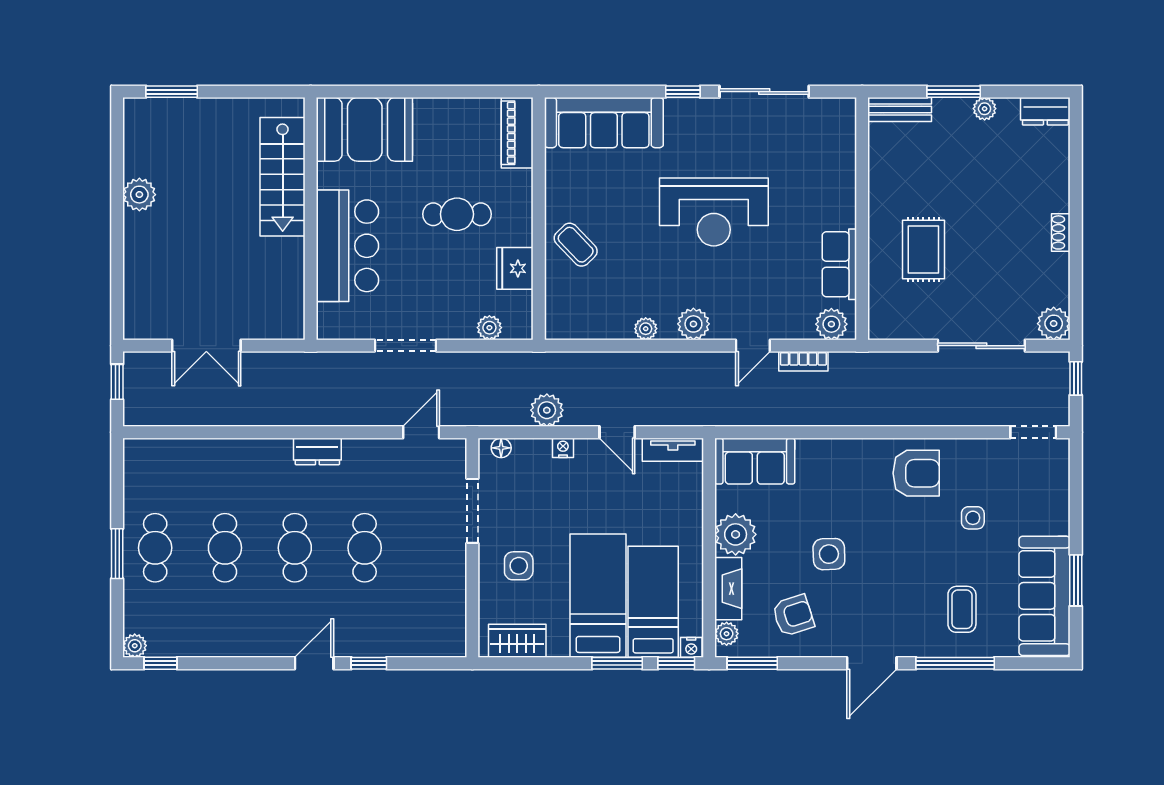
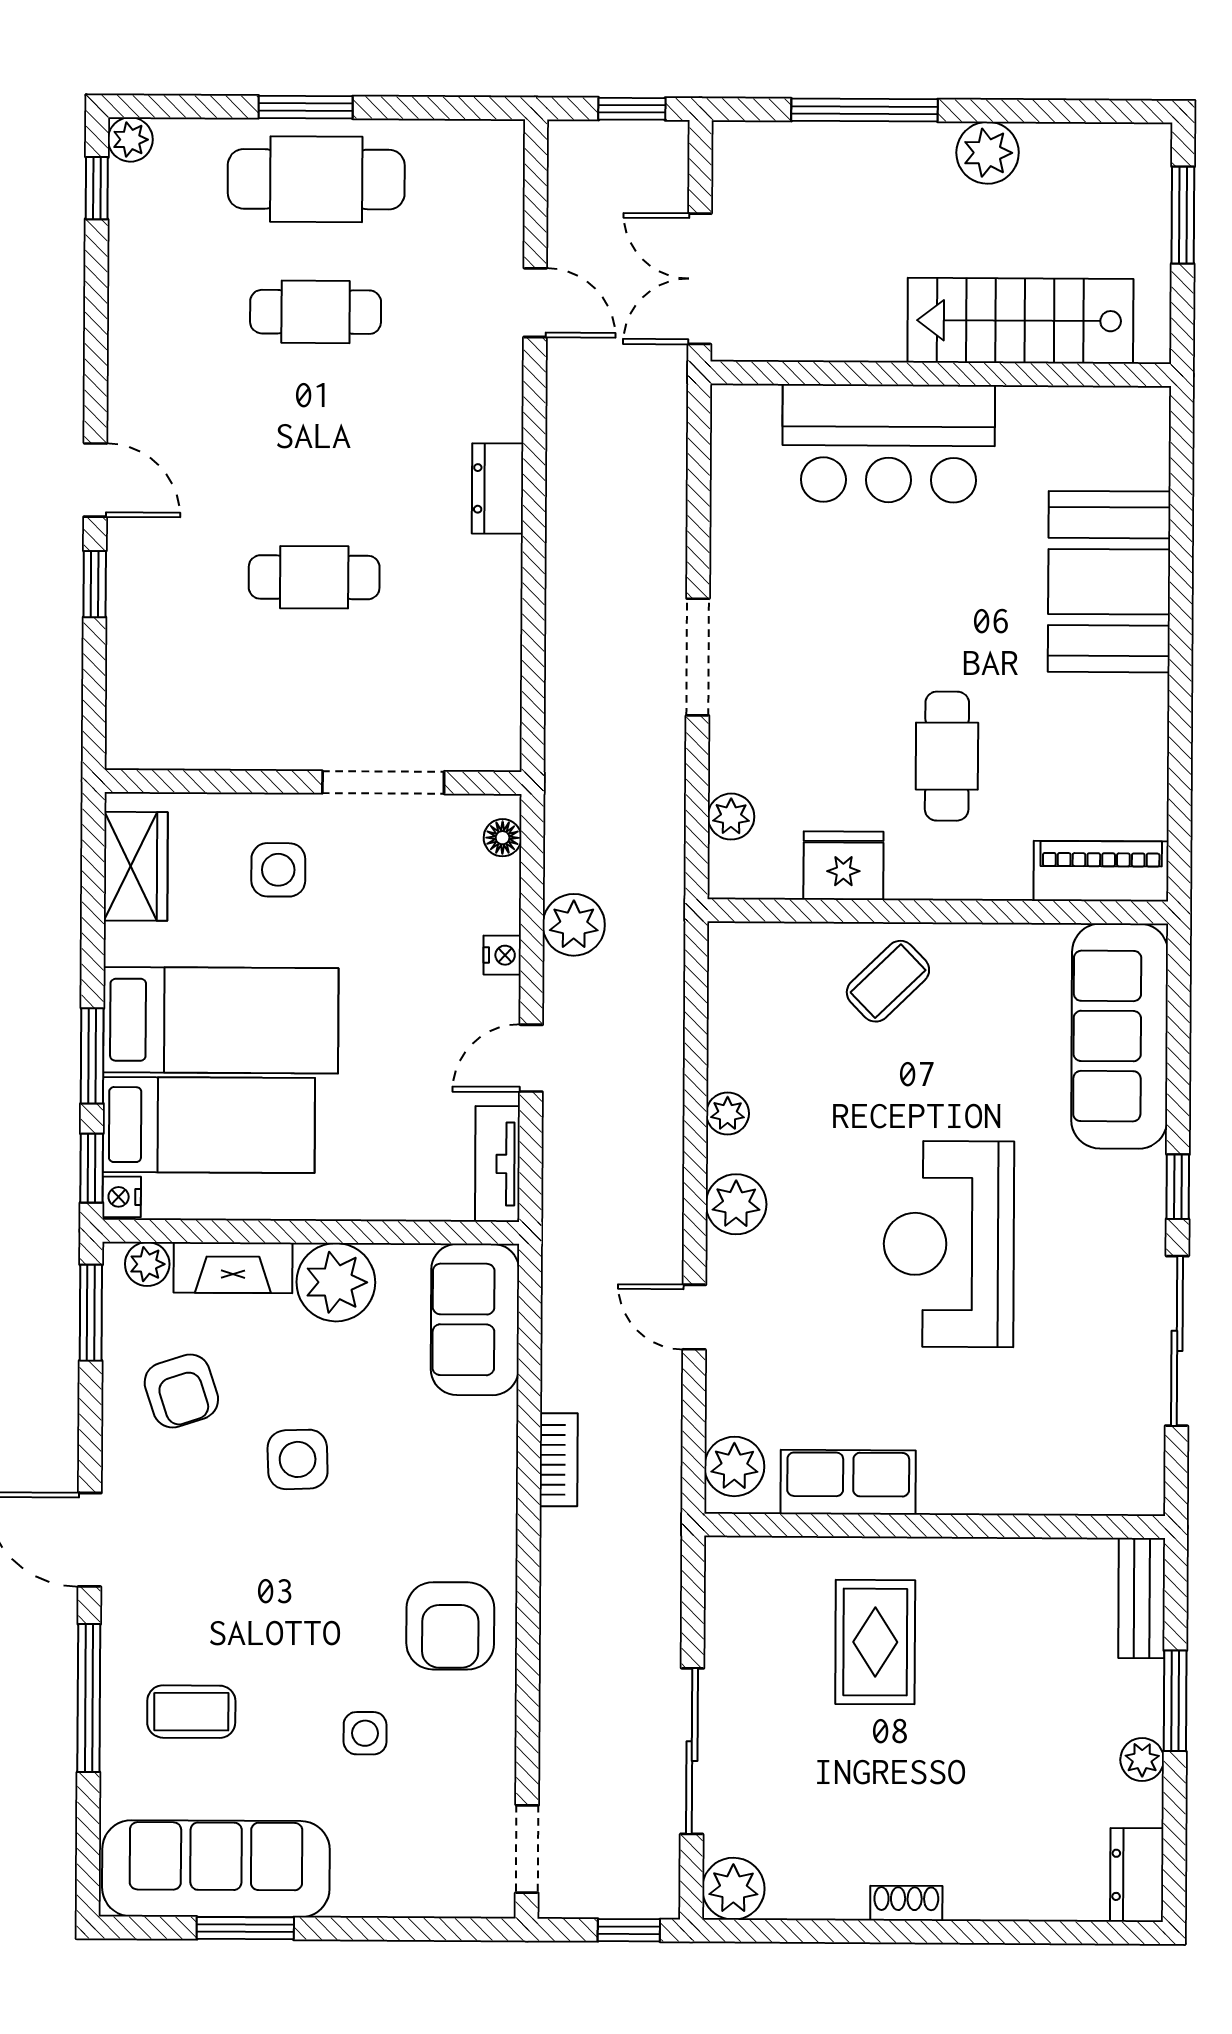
stairs: (283, 177) -> (1020, 321), moved
wall: (311, 219) -> (941, 374), moved
bar counter: (347, 246) -> (889, 443), moved
rug: (923, 250) -> (875, 1642), turned 90
window: (117, 259) -> (864, 110), added
bookcase: (803, 361) -> (559, 1460), moved, turned 180
door: (421, 432) -> (535, 303), moved
cafe table: (155, 548) -> (316, 179), width x1.37, depth x1.35
cafe table: (295, 548) -> (315, 445), removed

